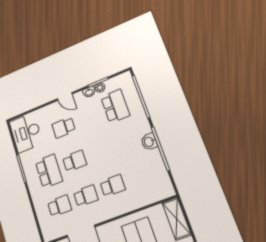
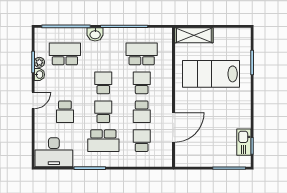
washbasin: (149, 142) -> (95, 34), moved
school desk: (101, 151) -> (103, 83), added
school desk: (49, 171) -> (103, 141), turned 180
school desk: (140, 175) -> (142, 54), added
school desk: (86, 196) -> (142, 112), turned 180

